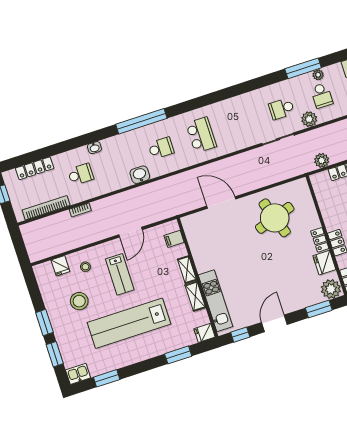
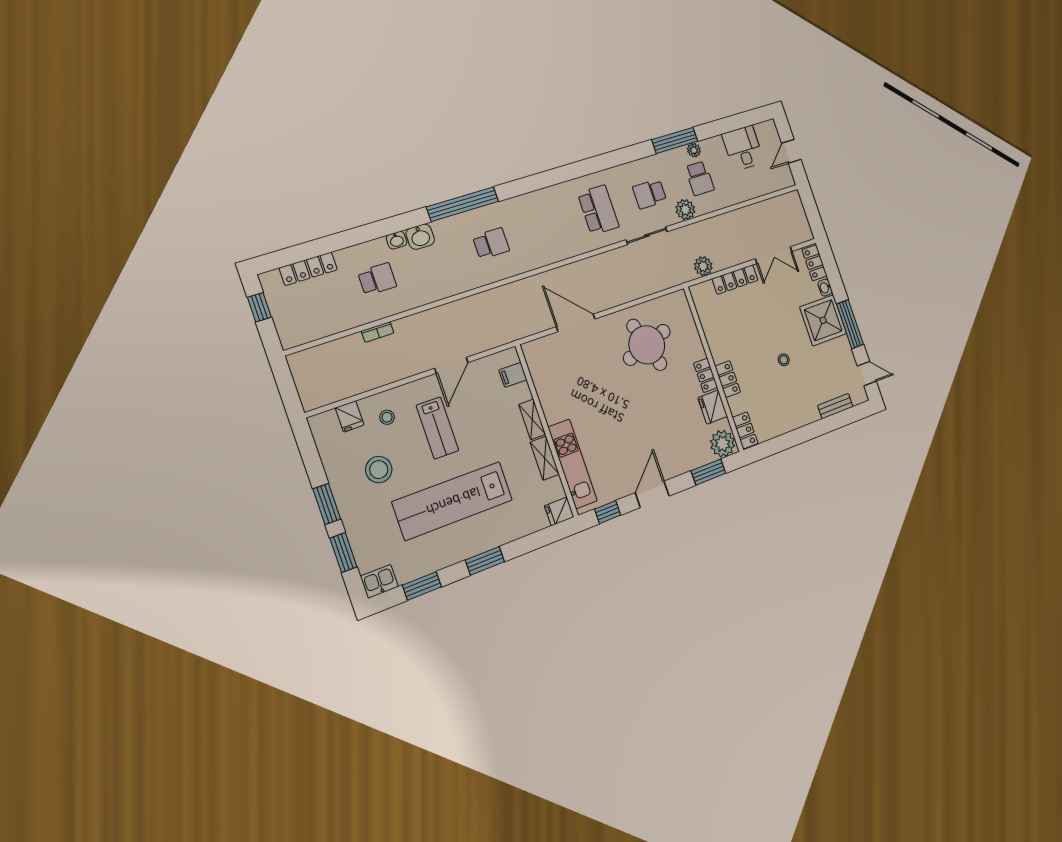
school desk: (201, 135) -> (598, 210), moved
washbasin: (140, 175) -> (420, 237), moved, turned 180
bookcase: (46, 208) -> (327, 328), removed
window: (178, 355) -> (485, 561), moved

